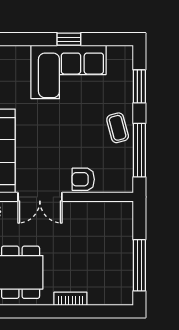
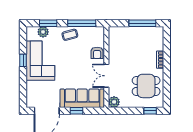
plant: (123, 77) -> (43, 32), added
double door: (40, 197) -> (106, 76), swing flipped

